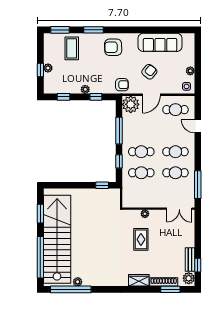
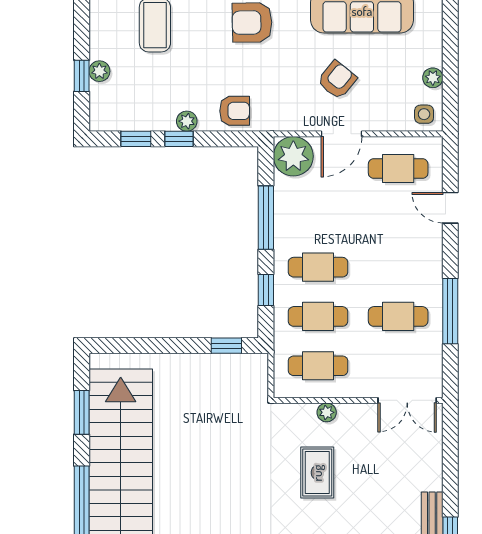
armchair: (122, 85) -> (235, 111), moved
window: (96, 97) -> (179, 139), moved
cafe table: (175, 152) -> (318, 366), moved
window: (198, 185) -> (450, 311), moved

